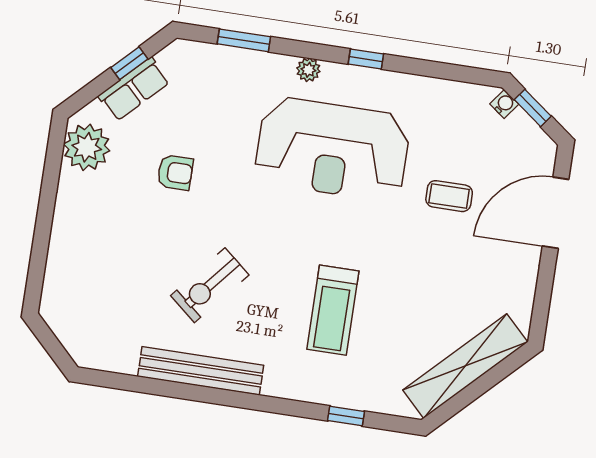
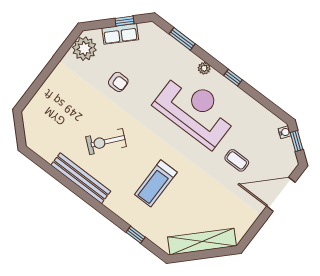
reception desk: (332, 149) -> (195, 110), turned 180

